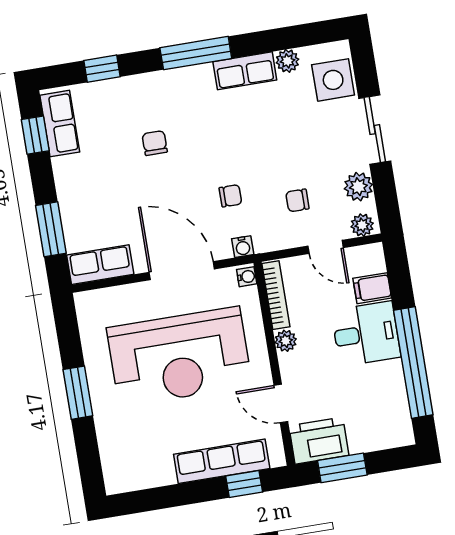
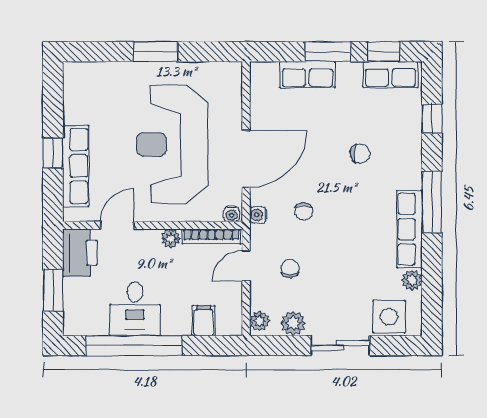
row of seats: (245, 71) -> (410, 229), width x1.48
window: (51, 229) -> (328, 52), moved
door: (326, 247) -> (246, 266), moved
row of seats: (100, 265) -> (307, 75), moved, turned 90
desk: (366, 334) -> (135, 309), moved
window: (342, 468) -> (53, 290), moved
window: (244, 484) -> (53, 153), moved

